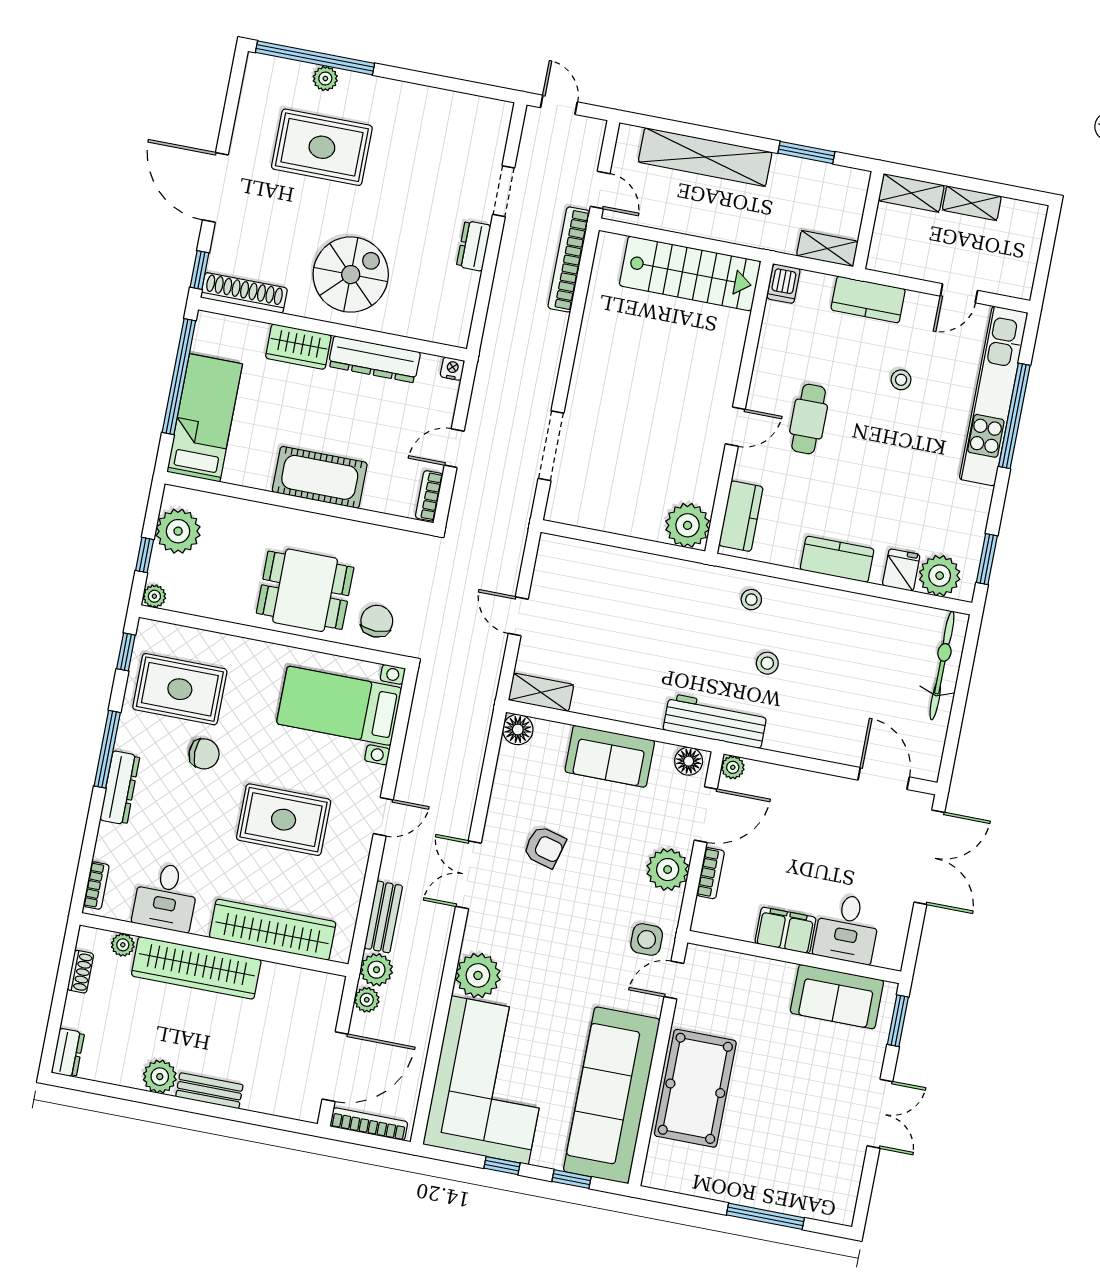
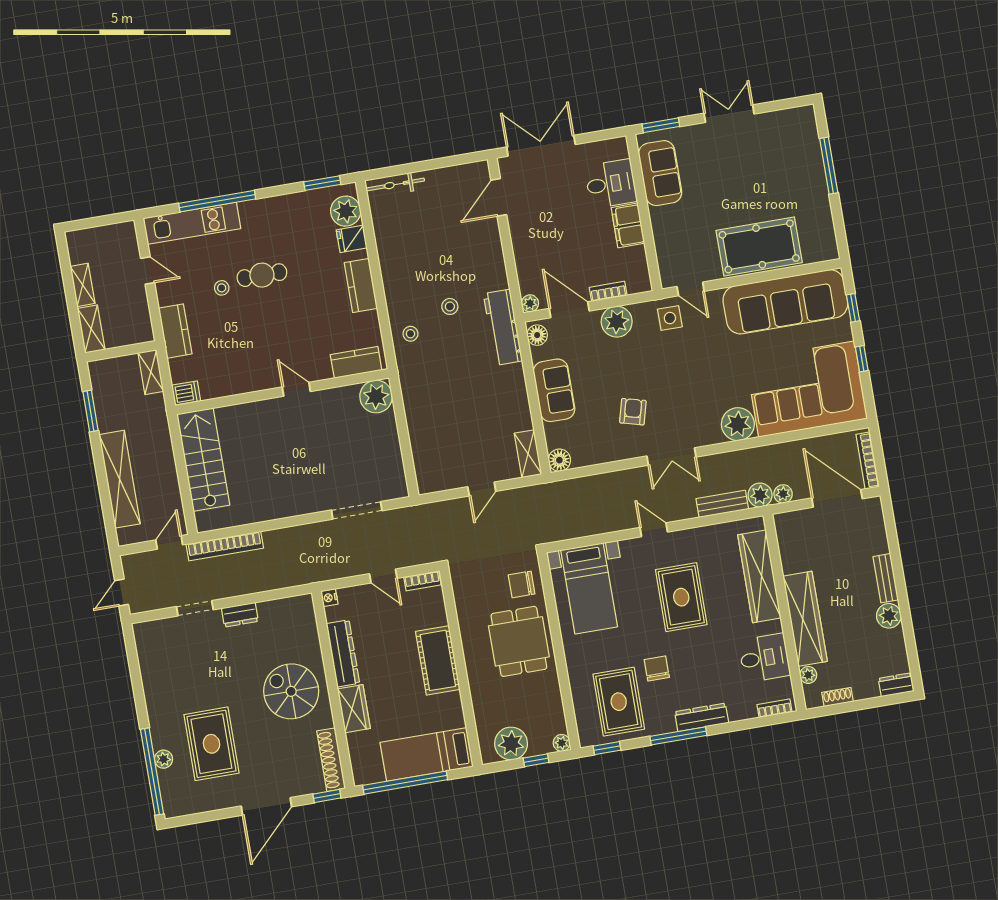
kitchen unit: (994, 396) -> (192, 223), width x0.73
cafe table: (809, 419) -> (262, 275), moved
bicycle: (942, 665) -> (395, 185), width x0.73, depth x0.71

